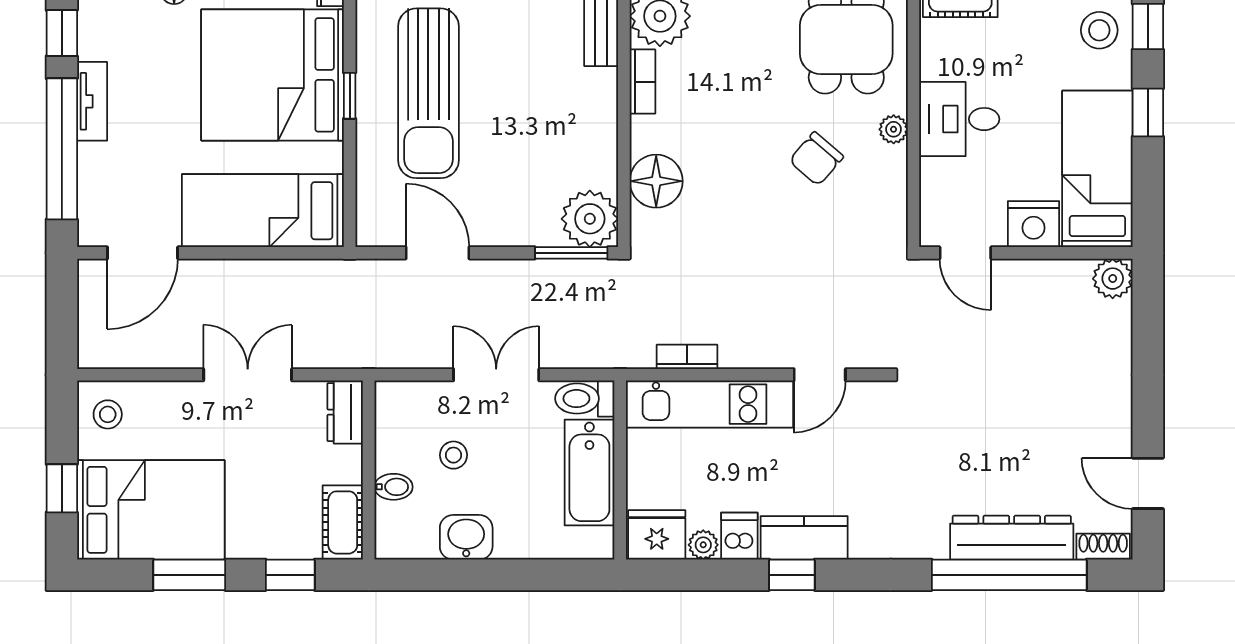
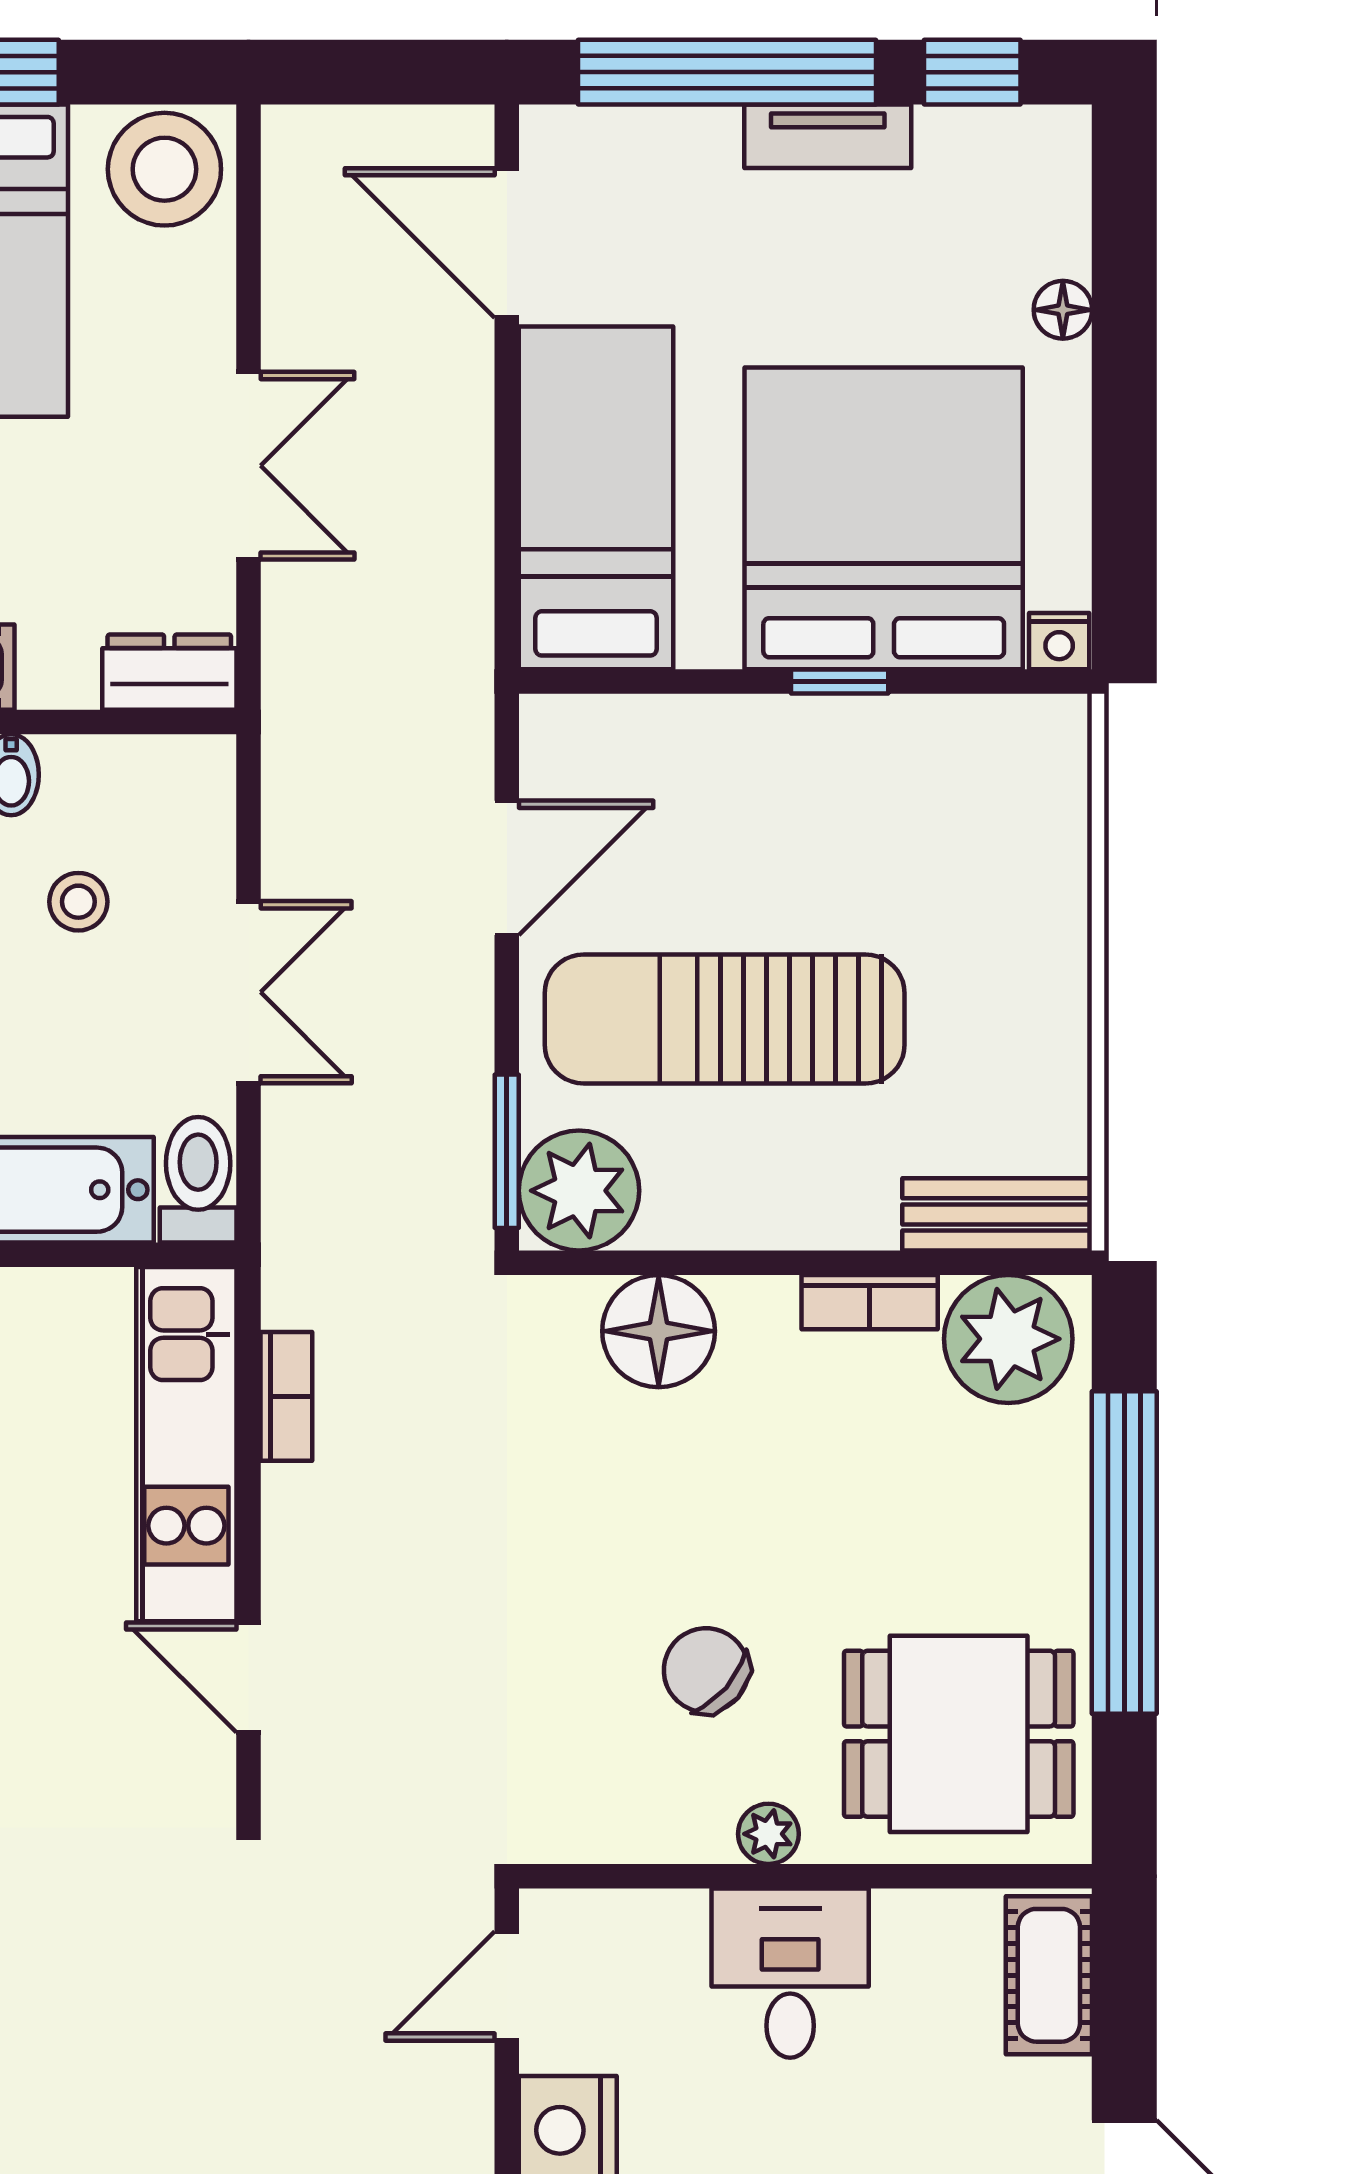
sun lounger: (428, 93) -> (725, 1019), moved
stool: (108, 414) -> (164, 169), width x1.89, depth x1.89

